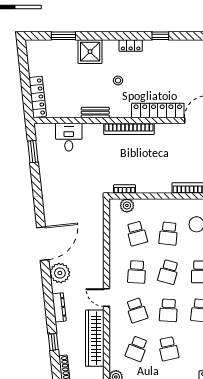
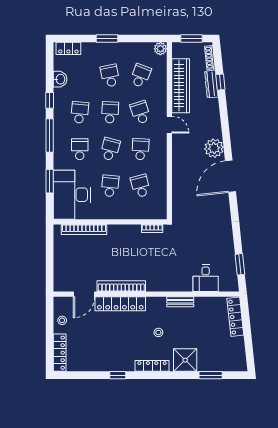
locker: (131, 46) -> (152, 366), width x1.53
bookcase: (129, 129) -> (121, 286), moved
plant: (127, 205) -> (150, 213), removed
dresser: (59, 307) -> (211, 84), moved

